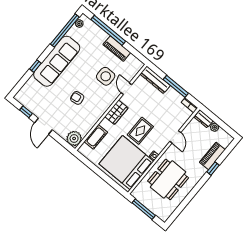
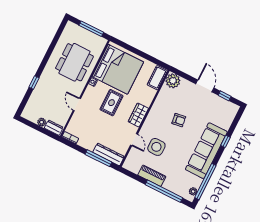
window: (176, 86) -> (98, 158), moved
cot: (96, 137) -> (157, 78), moved
piano: (212, 156) -> (37, 94), removed

